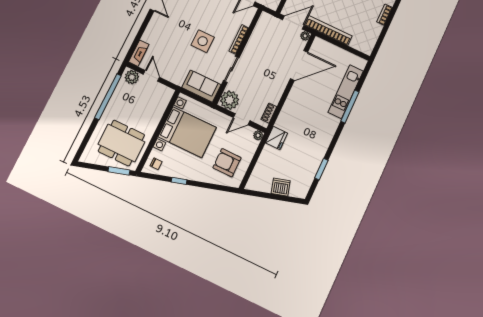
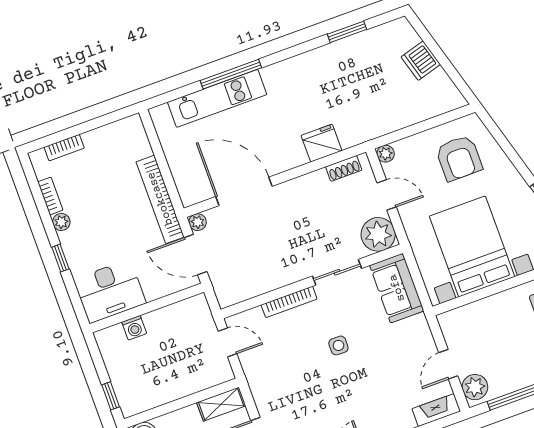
side table: (203, 41) -> (338, 345), width x0.54, depth x0.54
fridge: (277, 138) -> (322, 143), moved

